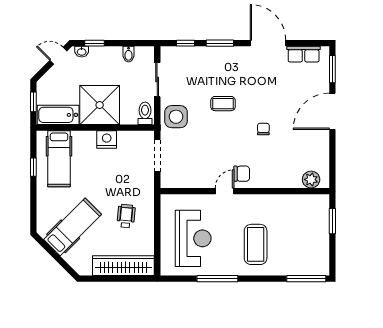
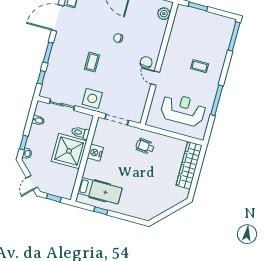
door: (58, 56) -> (32, 182), moved
toilet: (145, 113) -> (80, 133), moved
bathtub: (58, 115) -> (68, 183), removed
wheelchair: (126, 216) -> (145, 146), moved
hospital bed: (73, 227) -> (151, 194), removed
coffee table: (256, 244) -> (200, 66), width x0.54, depth x0.58

